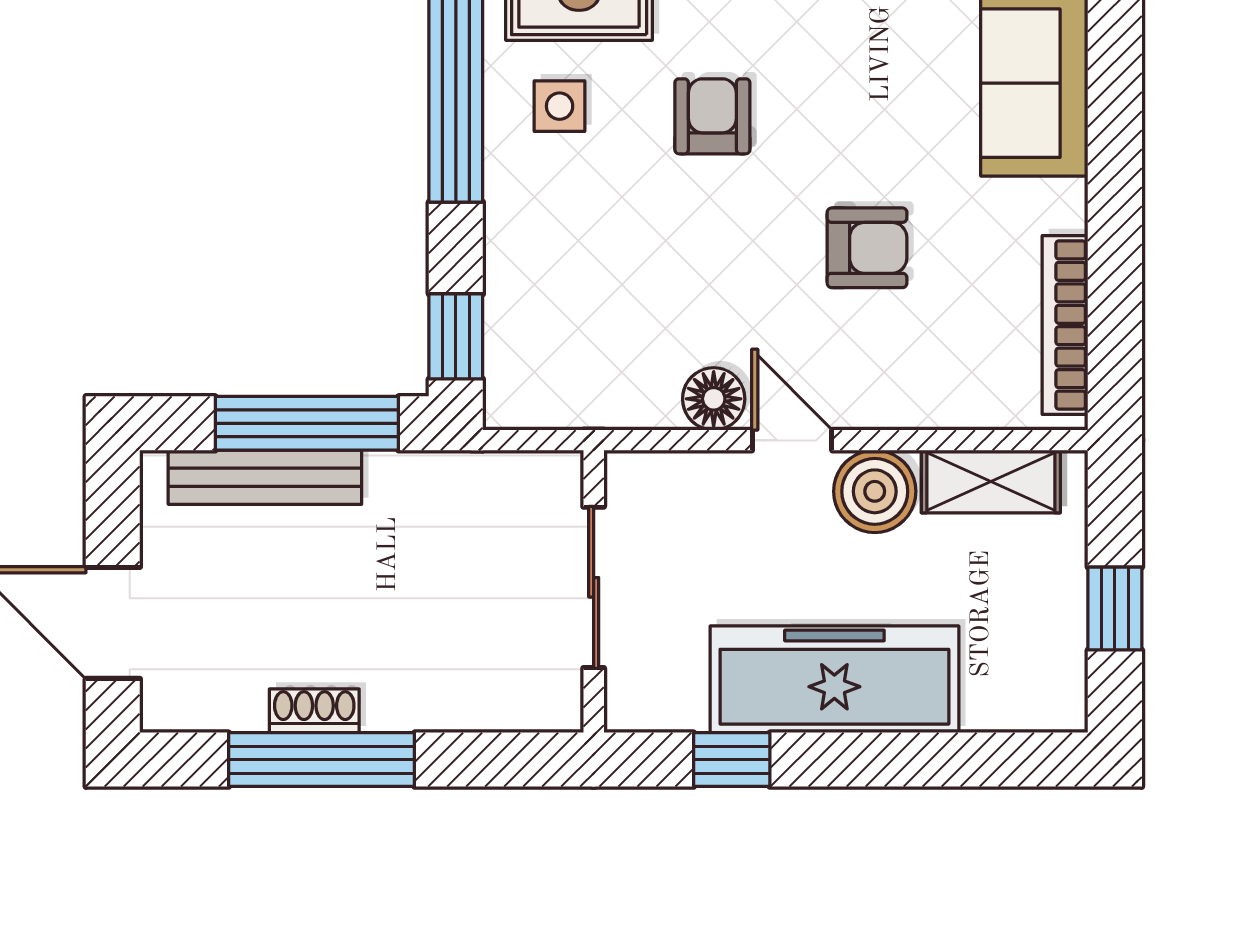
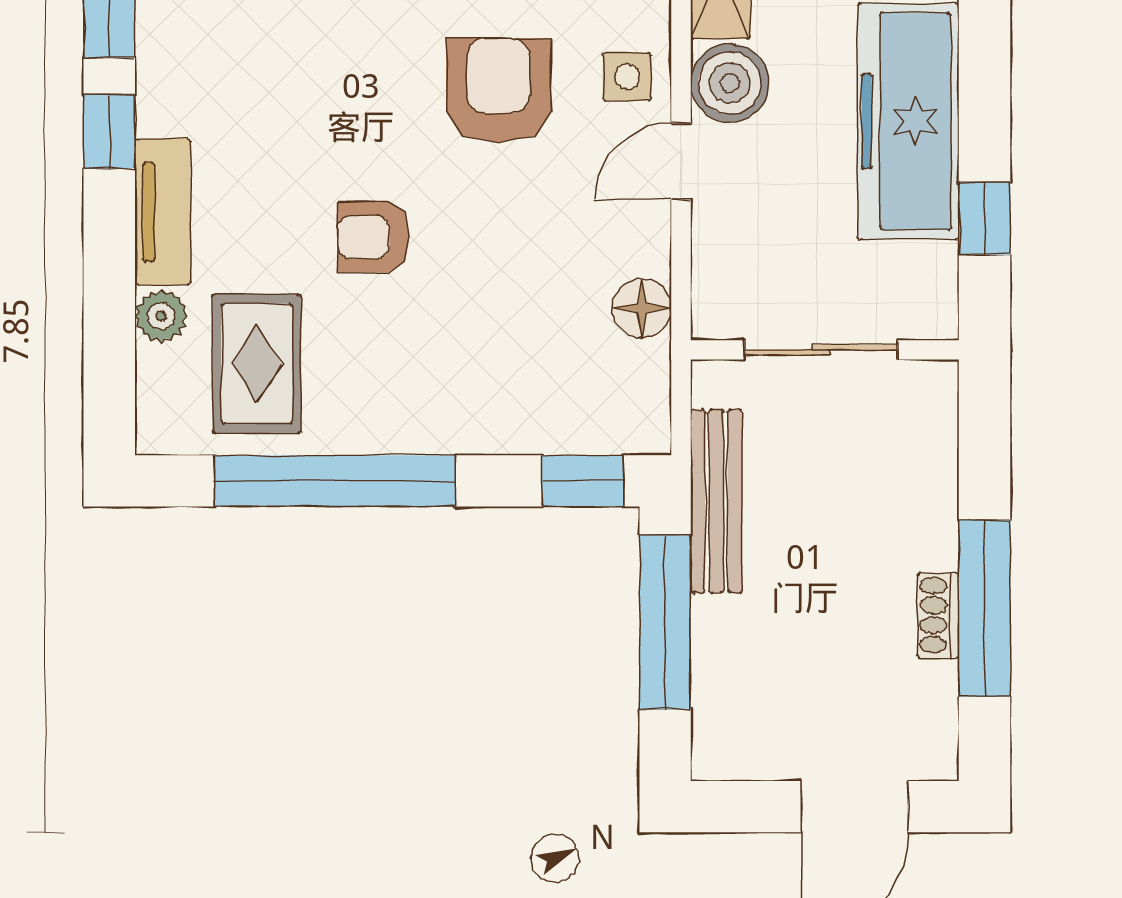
side table: (560, 106) -> (627, 77), moved
armchair: (867, 248) -> (498, 90), width x1.38, depth x1.38
floor lamp: (714, 399) -> (642, 308), moved
bench: (265, 477) -> (716, 501), moved

